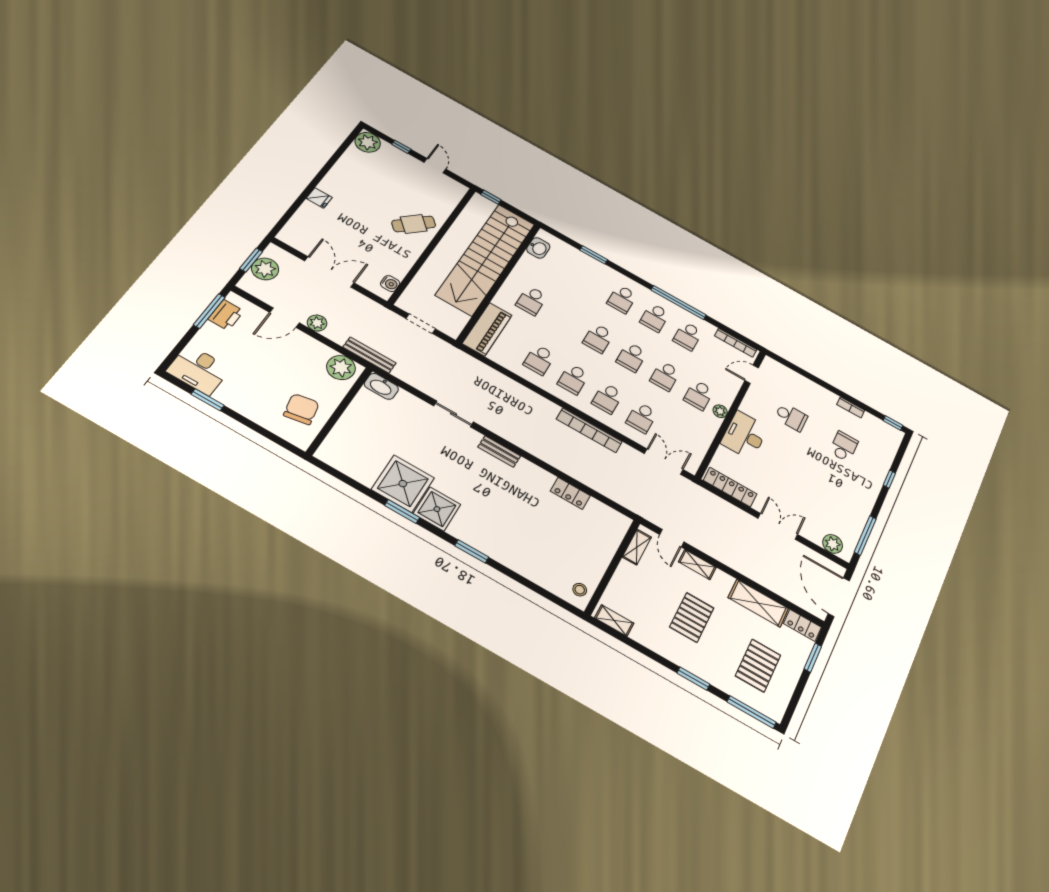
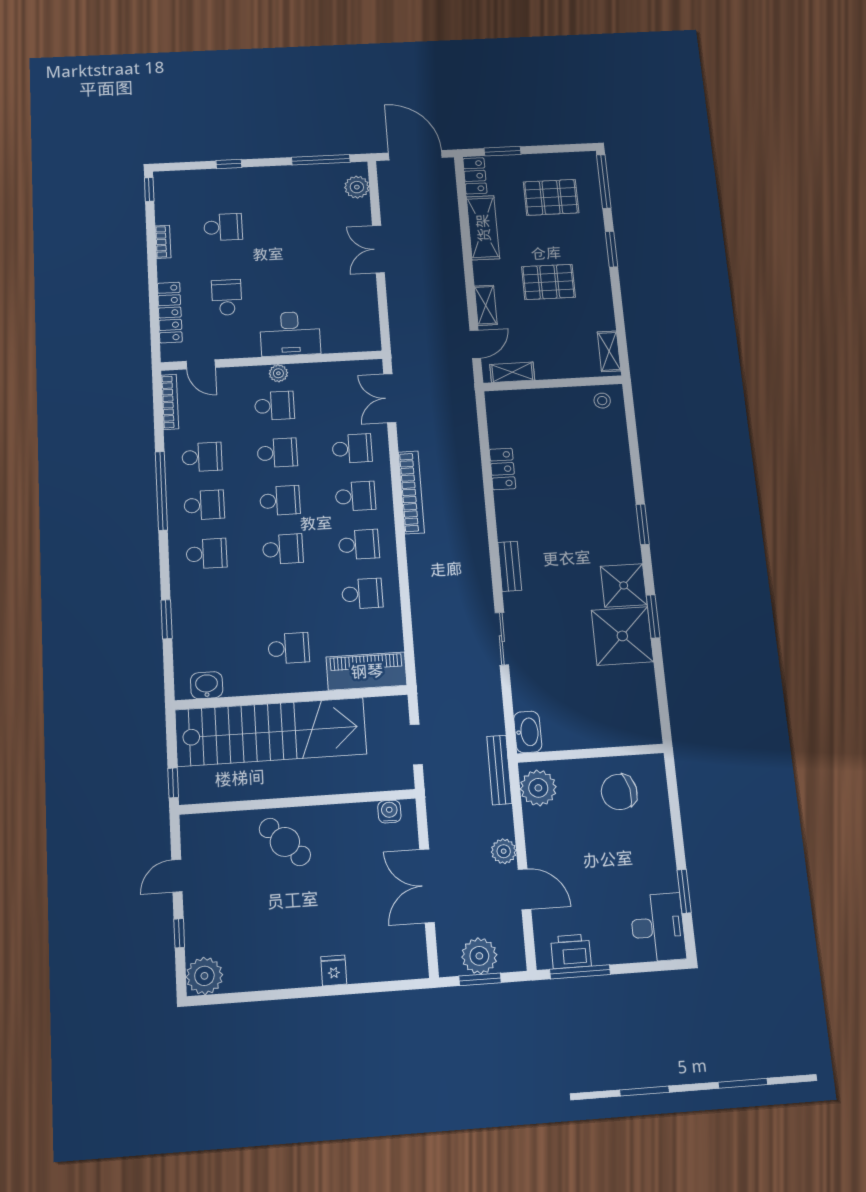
school desk: (844, 447) -> (223, 227), turned 180
locker: (730, 487) -> (170, 313), moved, turned 180
door: (839, 597) -> (415, 155), swing flipped

